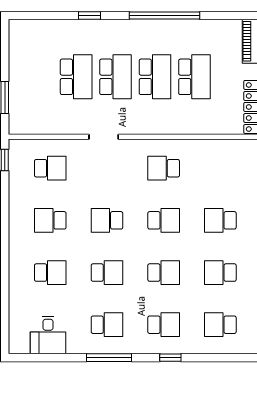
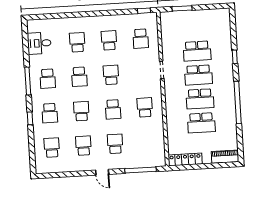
school desk: (50, 273) -> (77, 42), turned 180
school desk: (164, 273) -> (81, 111), turned 180

